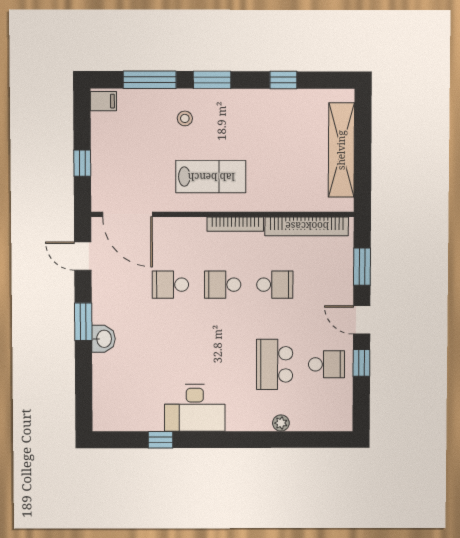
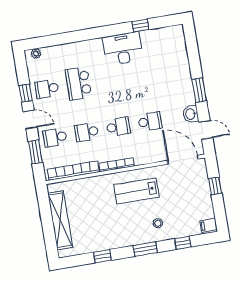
window: (150, 80) -> (183, 243), width x0.46
school desk: (327, 285) -> (55, 137), added
washbasin: (103, 339) -> (191, 114), moved
school desk: (275, 364) -> (78, 83), turned 180
plant: (281, 423) -> (36, 54), moved

